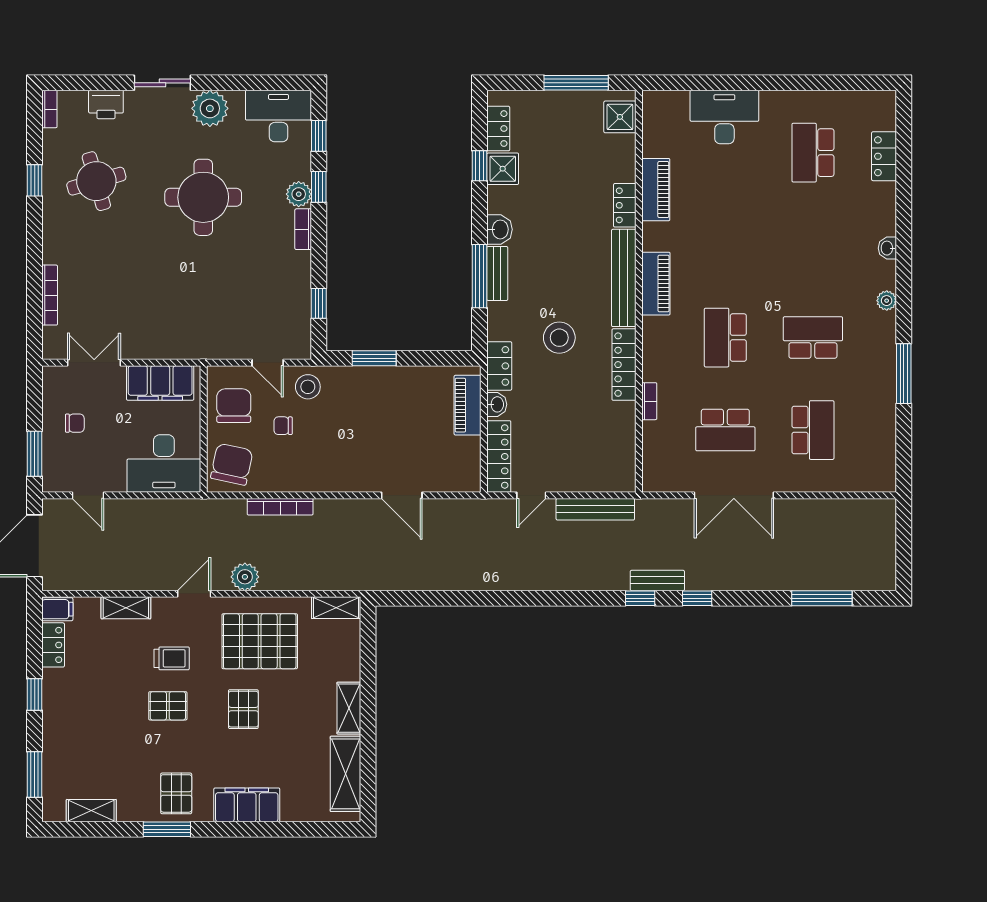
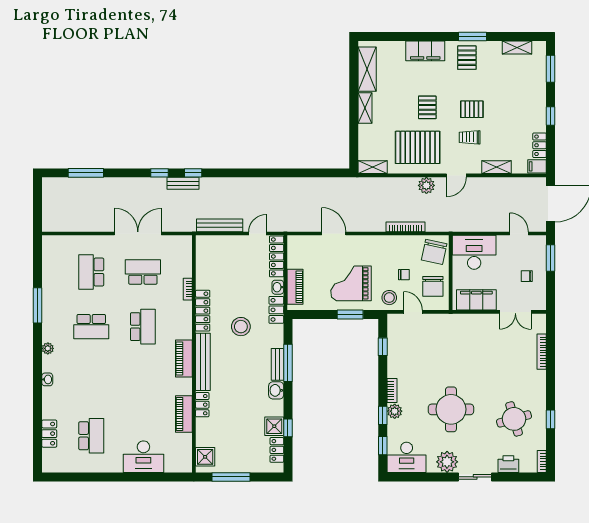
grand piano: (373, 411) -> (351, 283), added

